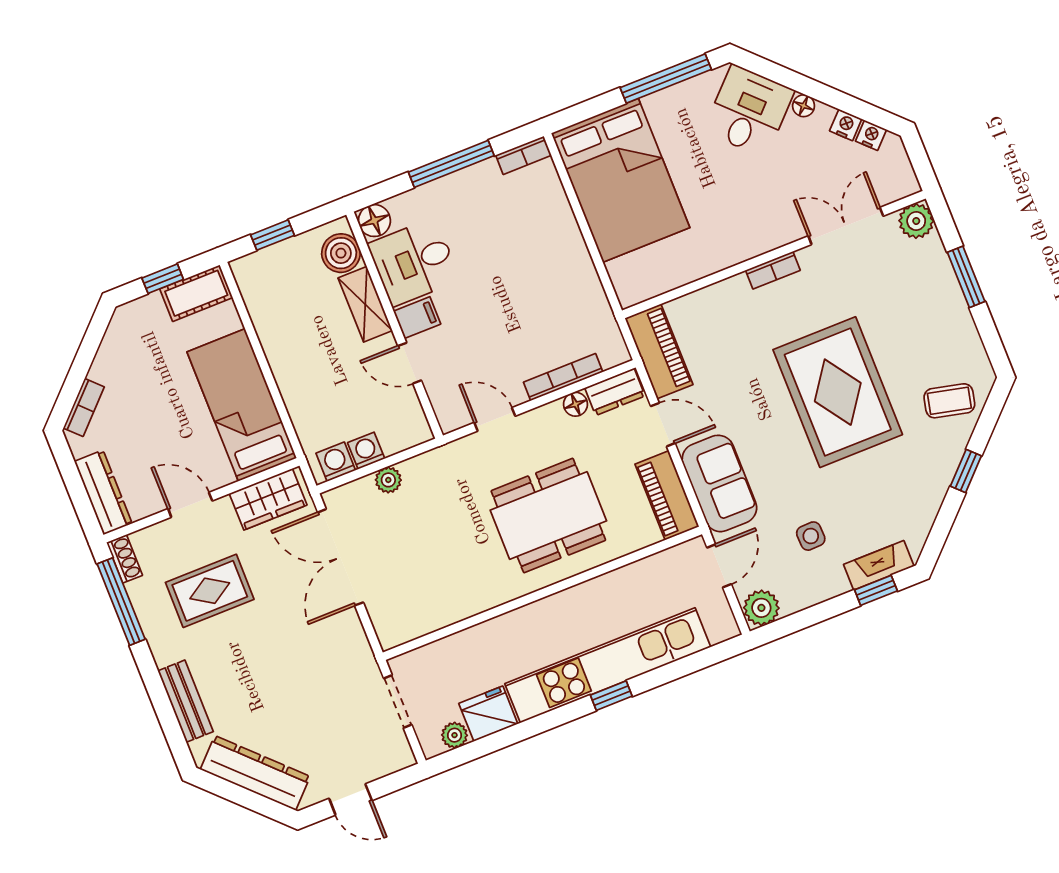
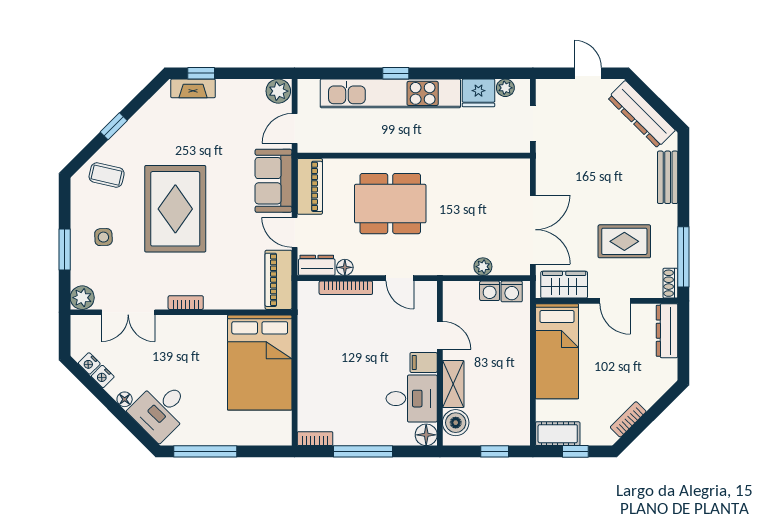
bed: (621, 180) -> (260, 363), moved, turned 180
bookcase: (84, 408) -> (628, 419), moved
side table: (811, 536) -> (103, 237), moved

